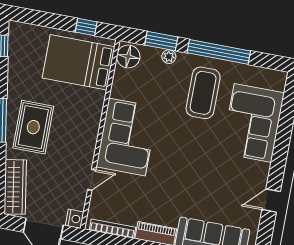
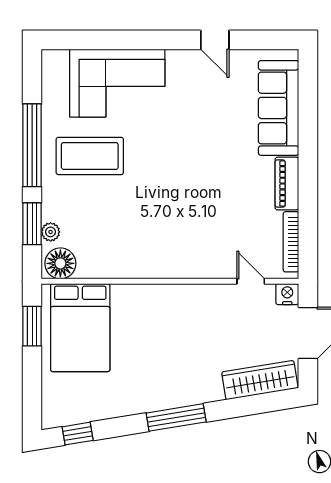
window: (86, 27) -> (32, 326), width x1.50
plant: (169, 57) -> (51, 232), moved
rug: (33, 127) -> (177, 371), removed
corner sofa: (127, 137) -> (167, 245), removed
door: (92, 180) -> (251, 281), moved

